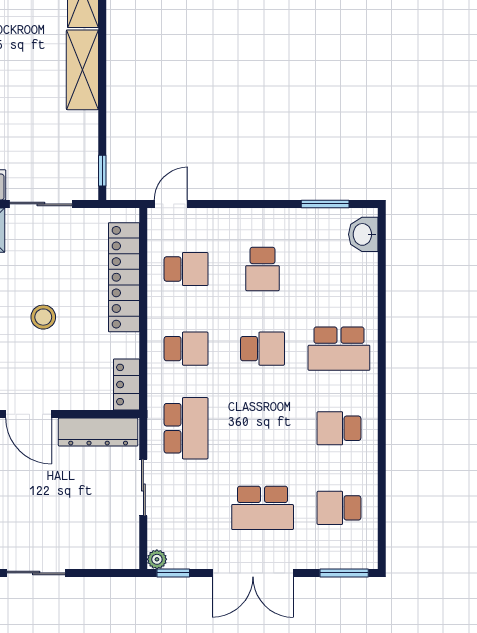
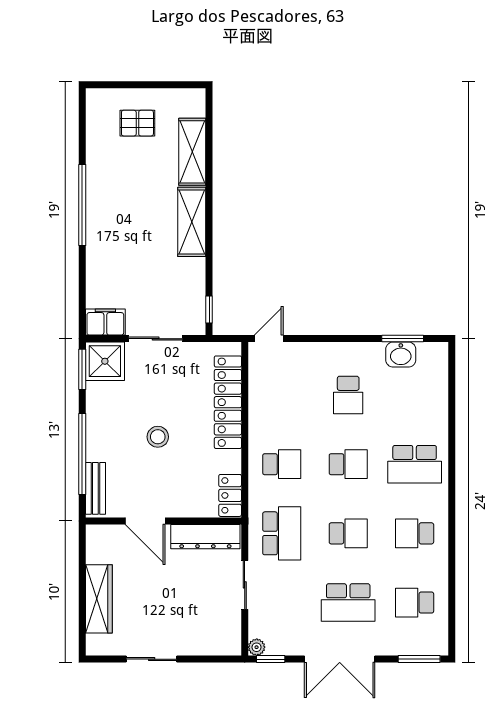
washbasin: (363, 234) -> (401, 355), moved, turned -90
school desk: (186, 269) -> (348, 533), moved

